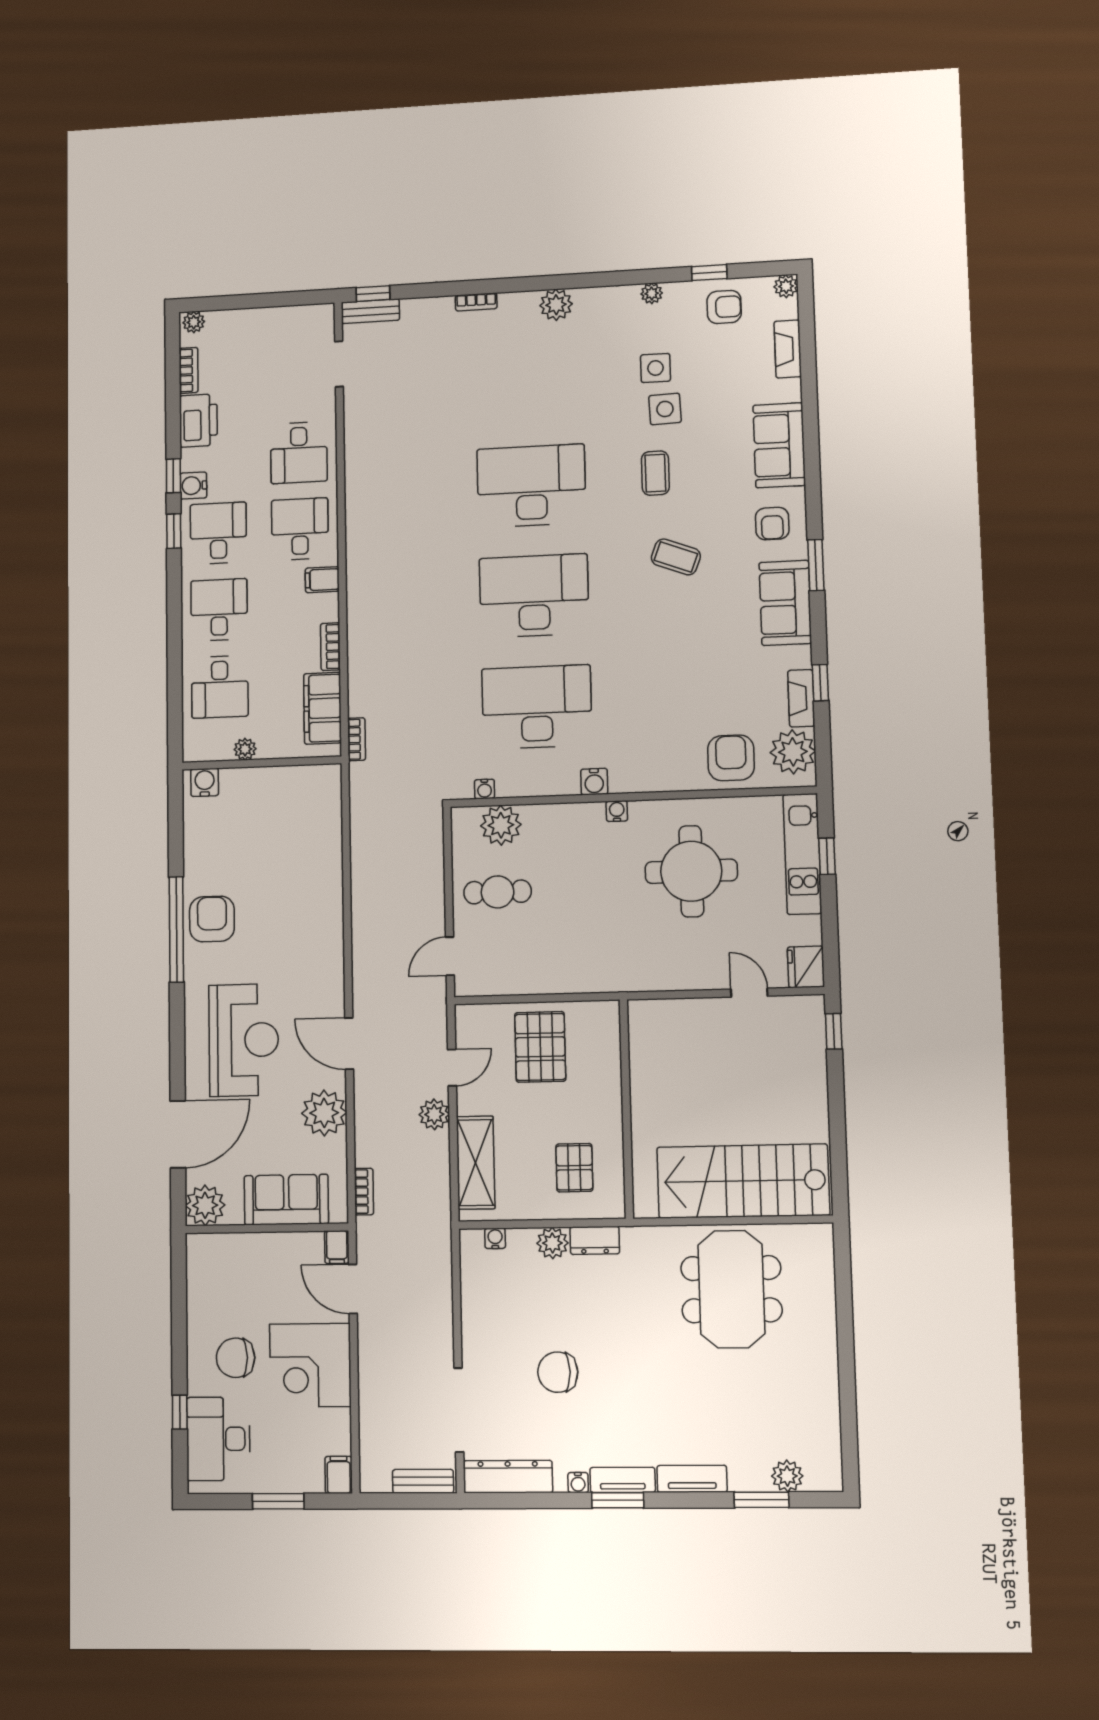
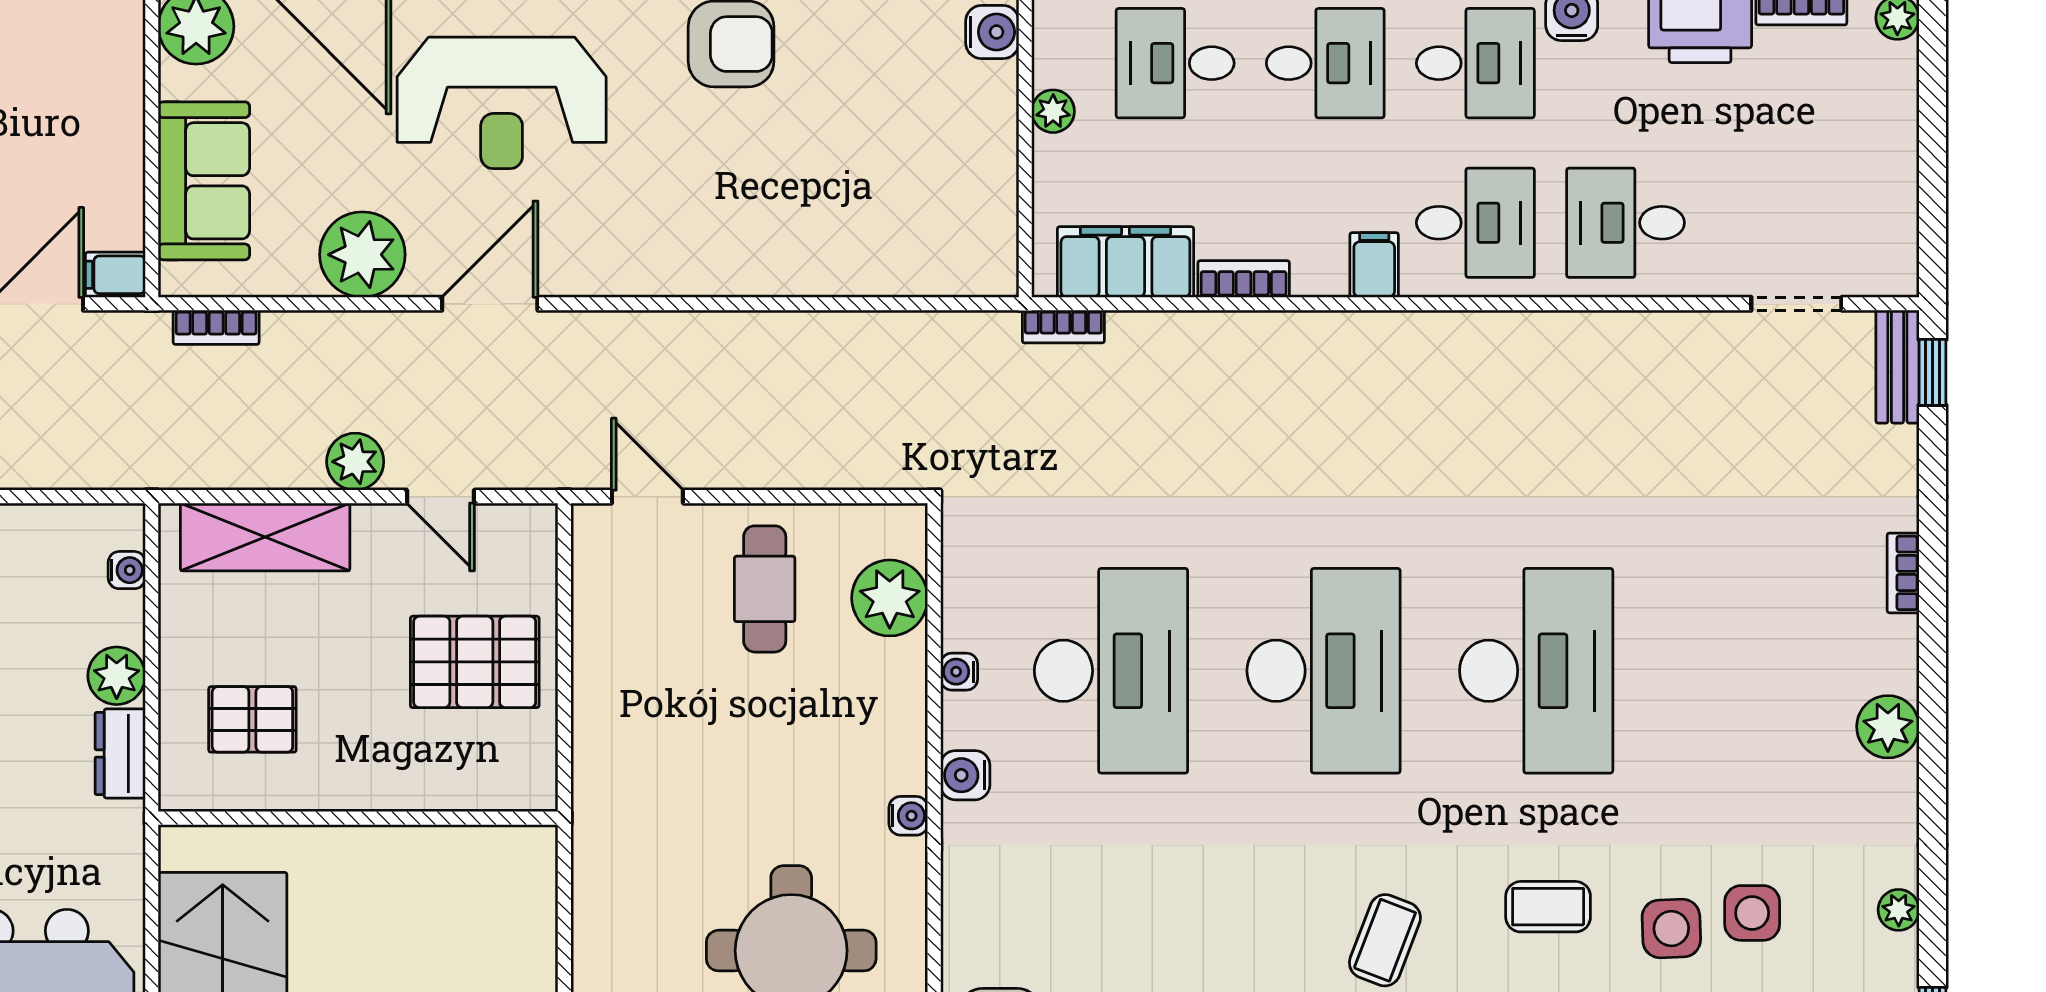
water cooler: (485, 789) -> (959, 672), moved

